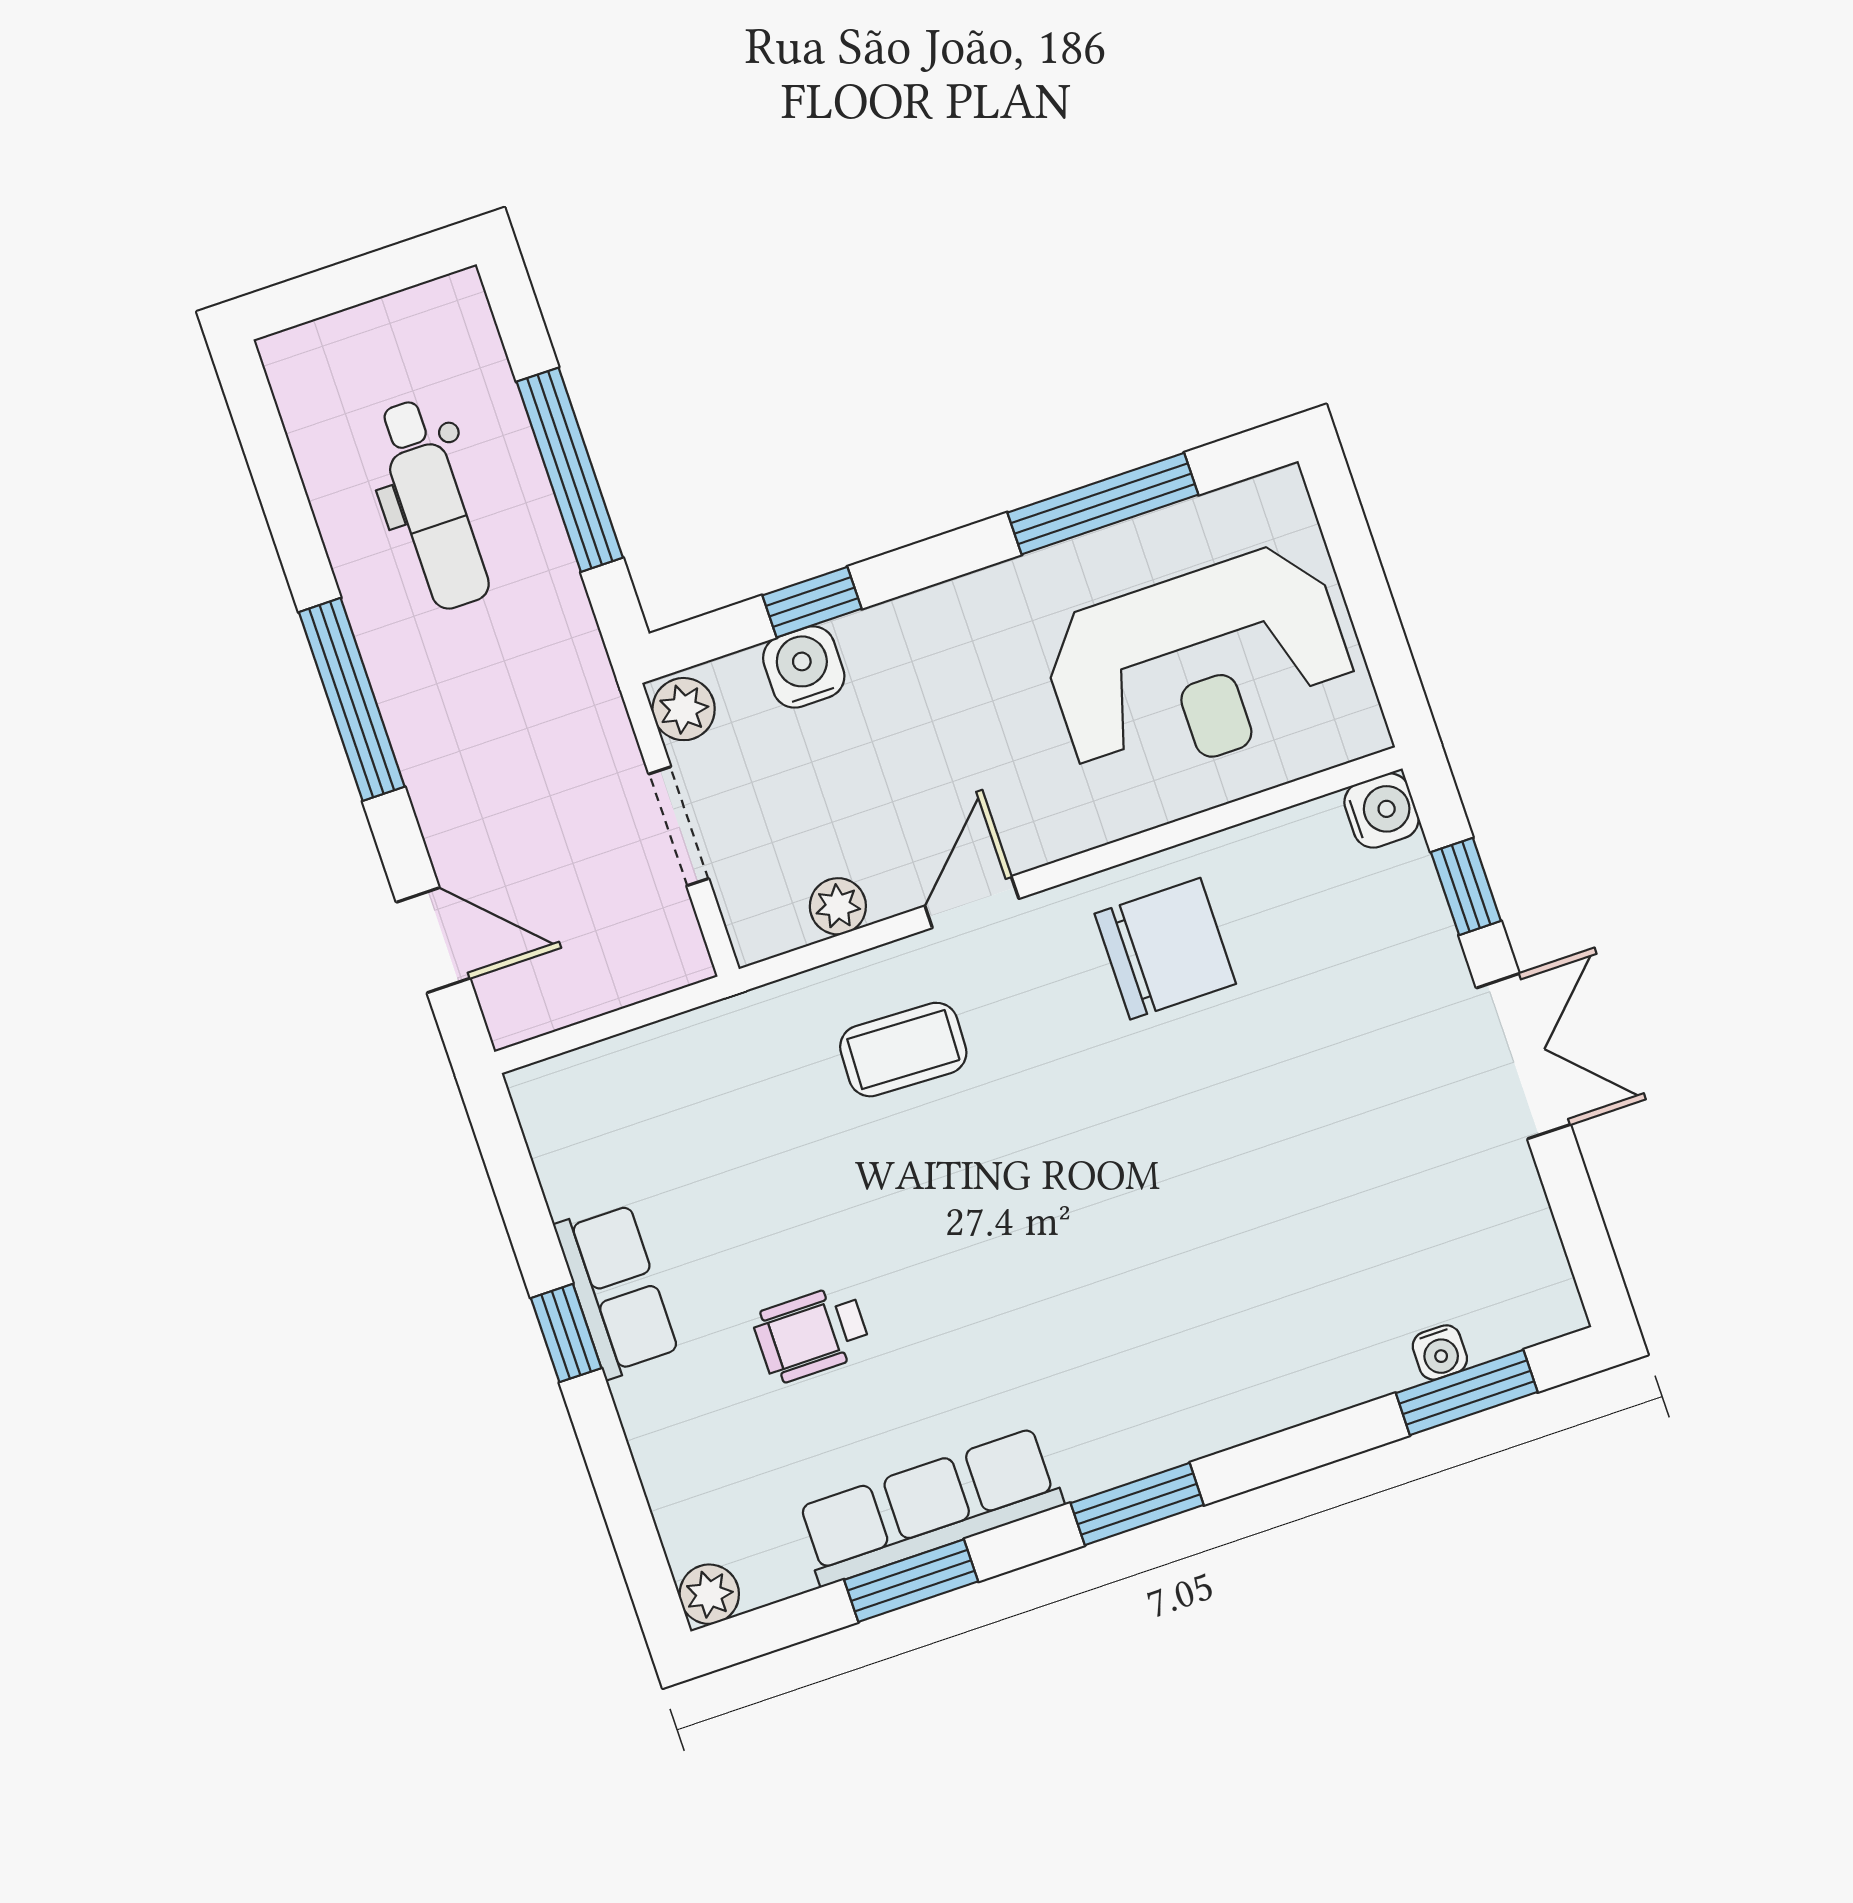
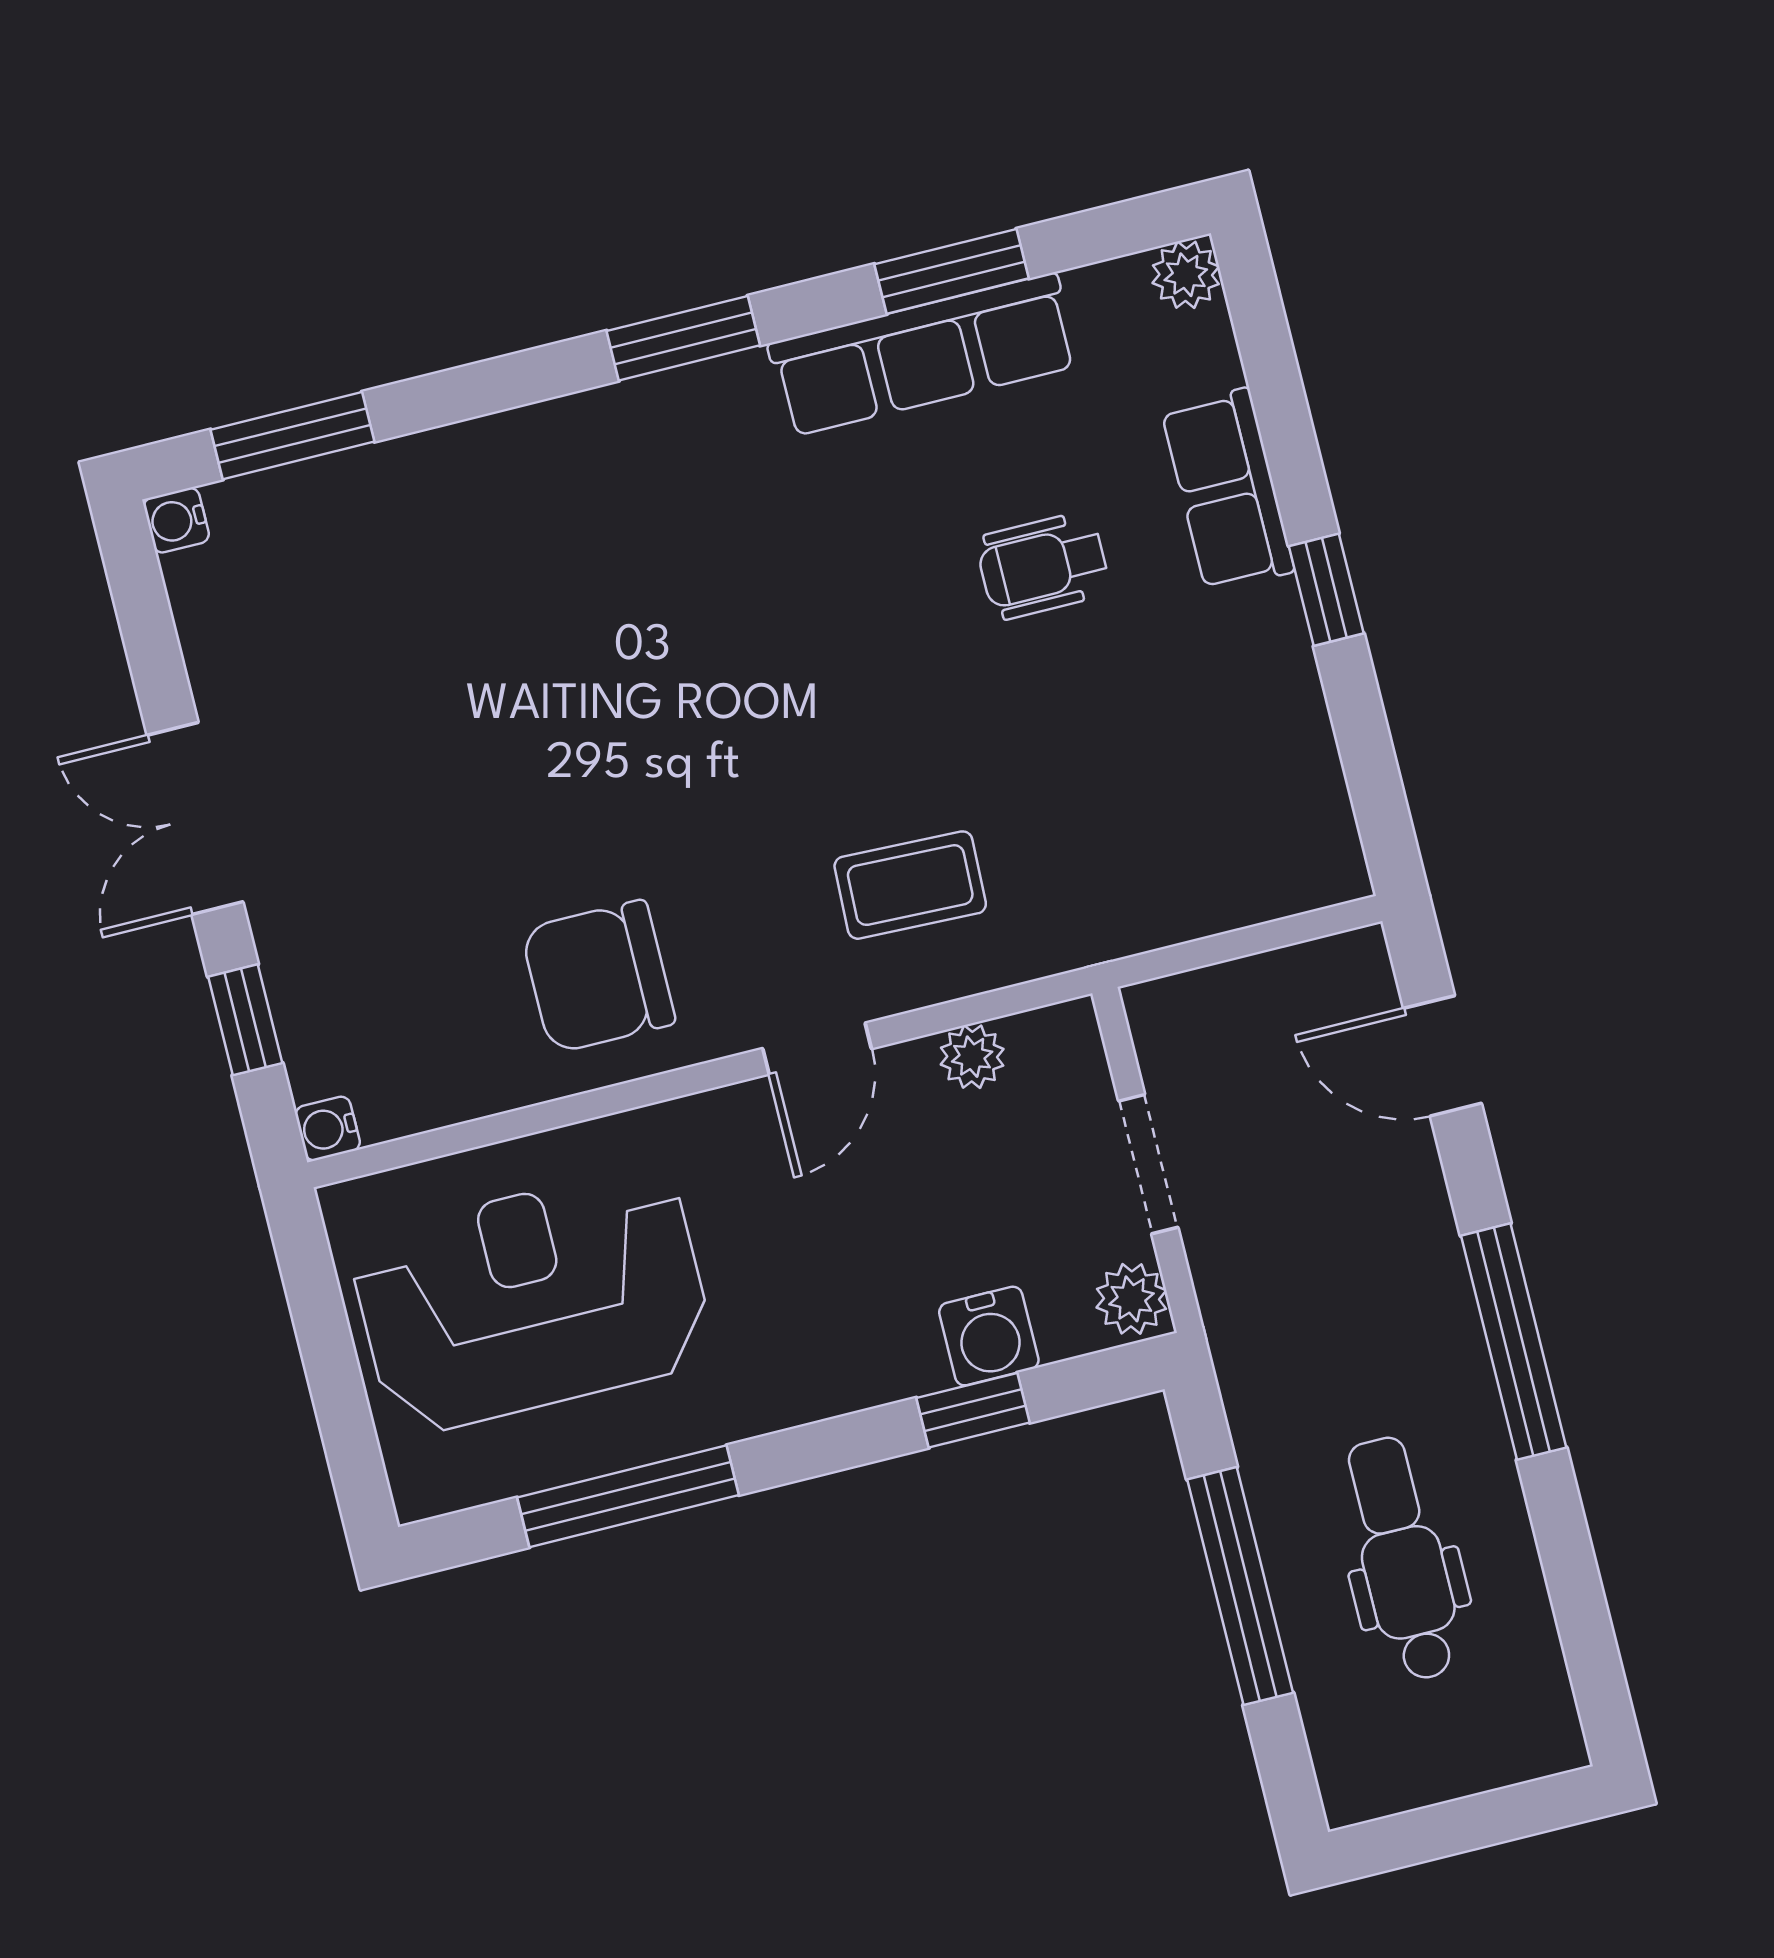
water cooler: (1382, 811) -> (328, 1129), width x0.72, depth x0.72
row of seats: (617, 1290) -> (1228, 490), moved
wheelchair: (812, 1334) -> (1043, 566), turned 180
water cooler: (1440, 1352) -> (176, 520), moved, turned -90

